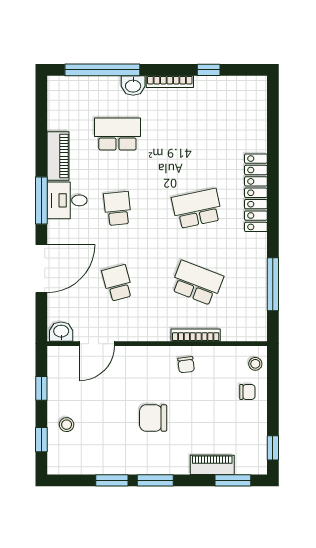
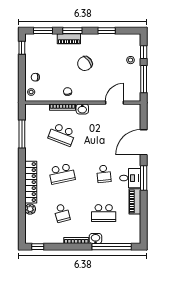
window: (209, 70) -> (38, 247), moved
plant: (257, 141) -> (30, 209), added
school desk: (117, 283) -> (62, 213), moved
washbasin: (61, 332) -> (82, 109), moved
window: (41, 388) -> (144, 79), width x2.17
chair: (153, 418) -> (85, 64), turned 143
piano: (212, 465) -> (69, 39), moved
window: (155, 480) -> (72, 31), moved

